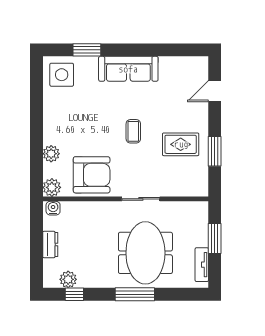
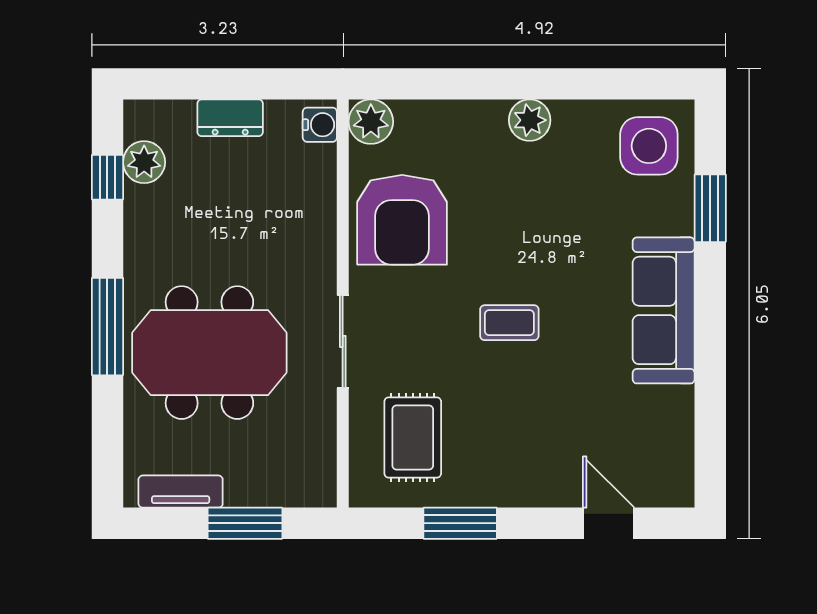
rug: (181, 144) -> (413, 437), moved
plant: (51, 154) -> (530, 120), moved

